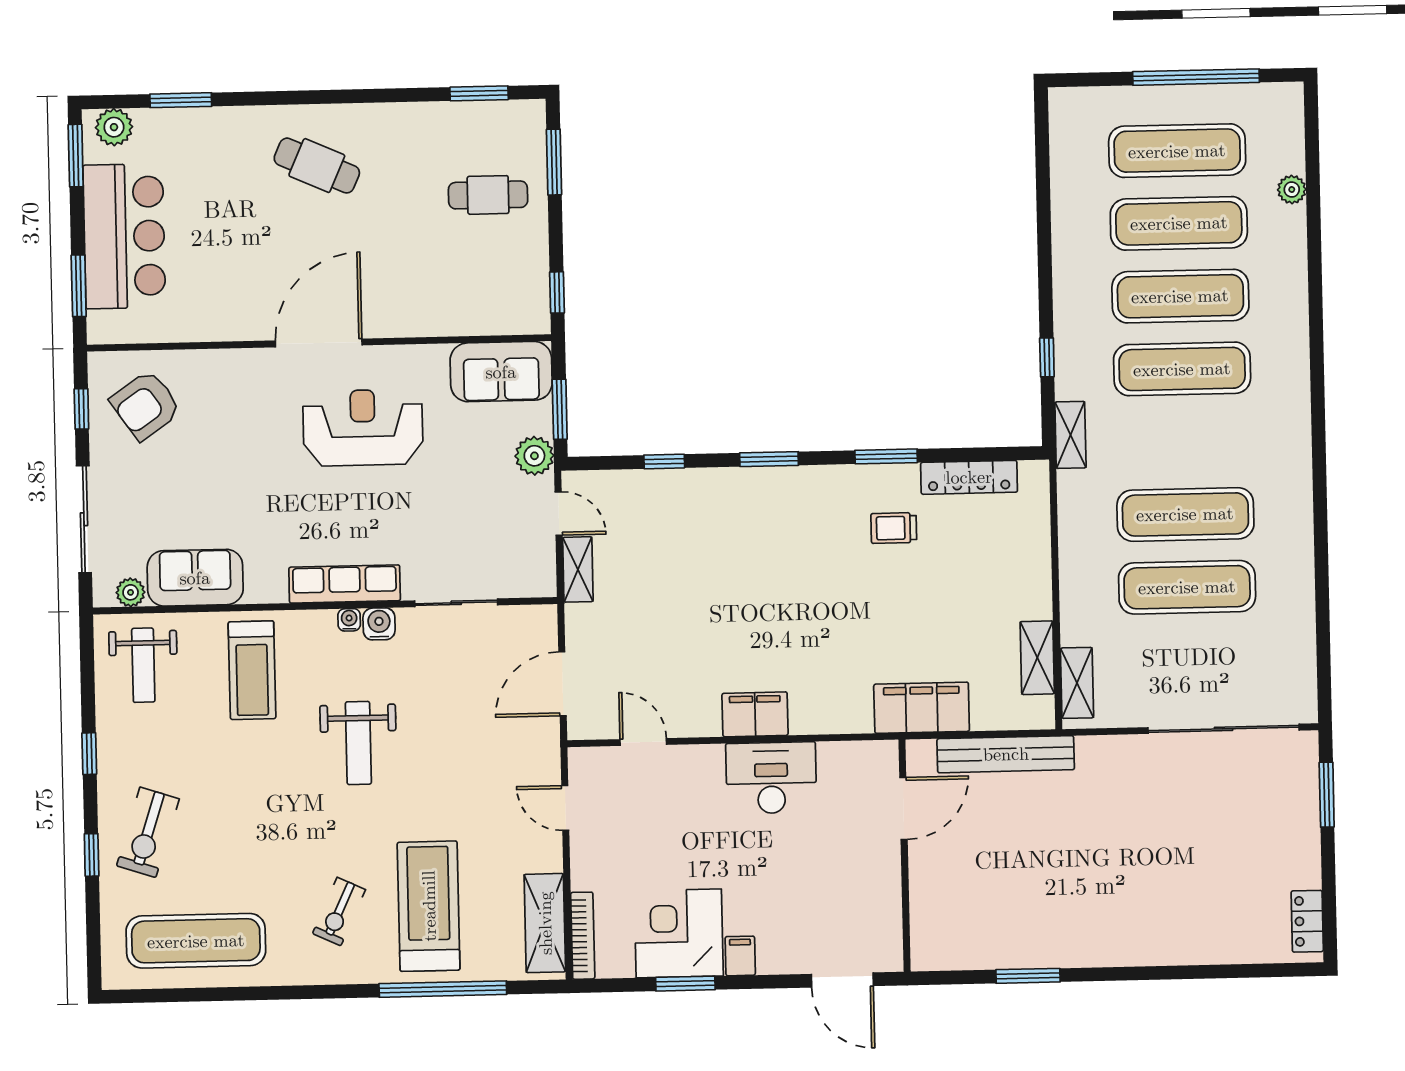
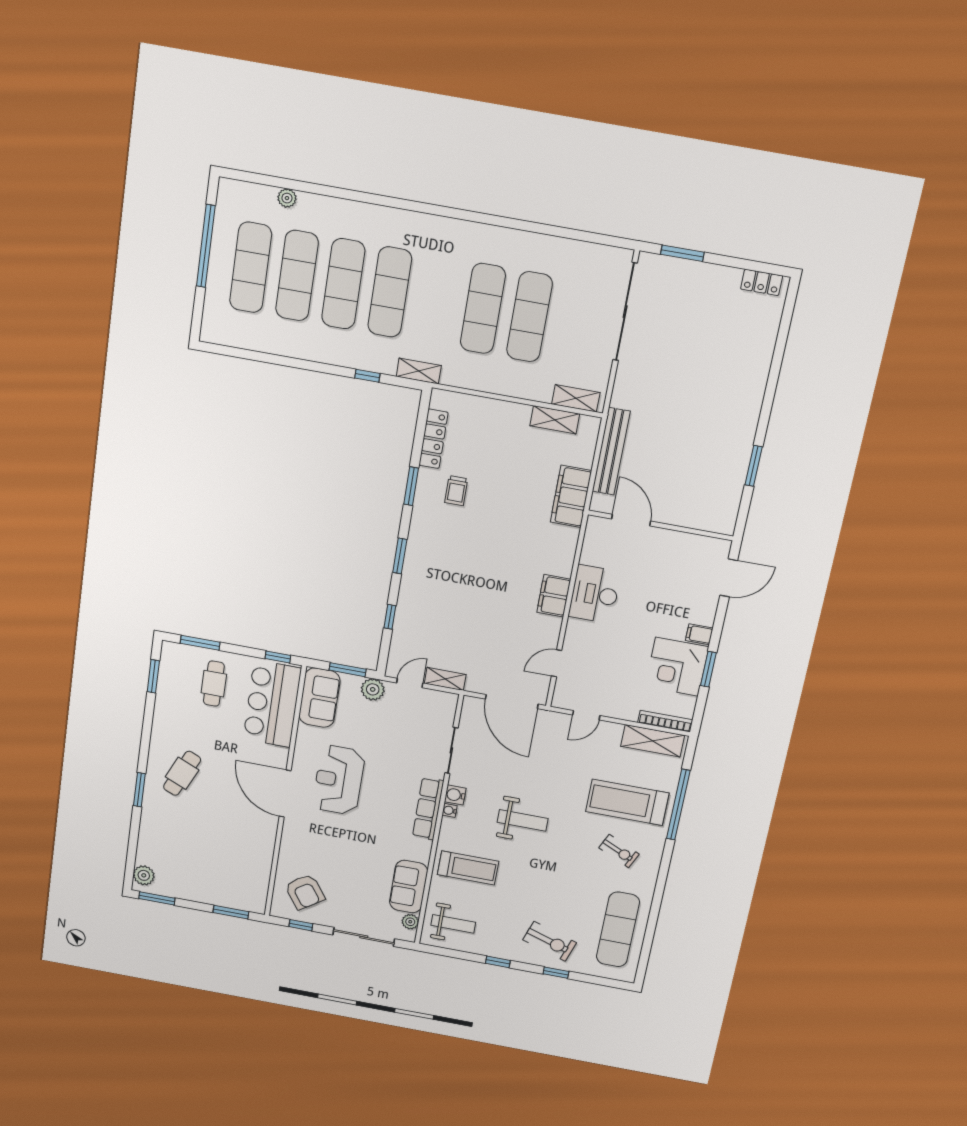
window: (181, 100) -> (139, 790), moved
bar counter: (124, 236) -> (272, 704), moved, turned -90
door: (562, 684) -> (512, 702), width x1.36

